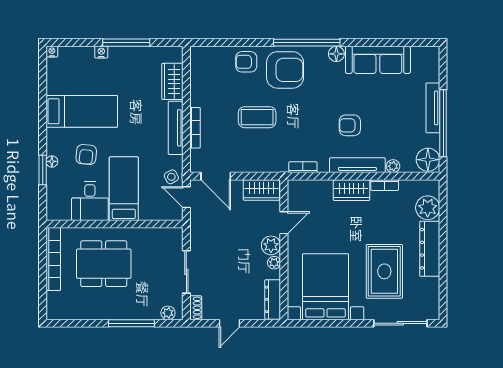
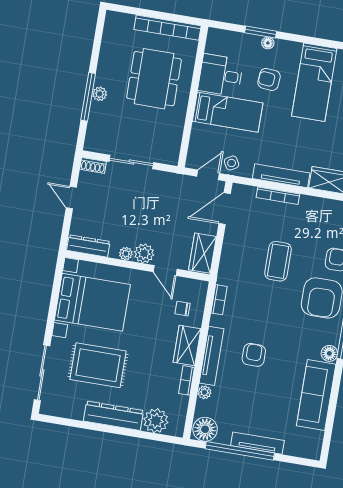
chair: (317, 200) -> (183, 309), added
plant: (168, 313) -> (100, 94), moved

